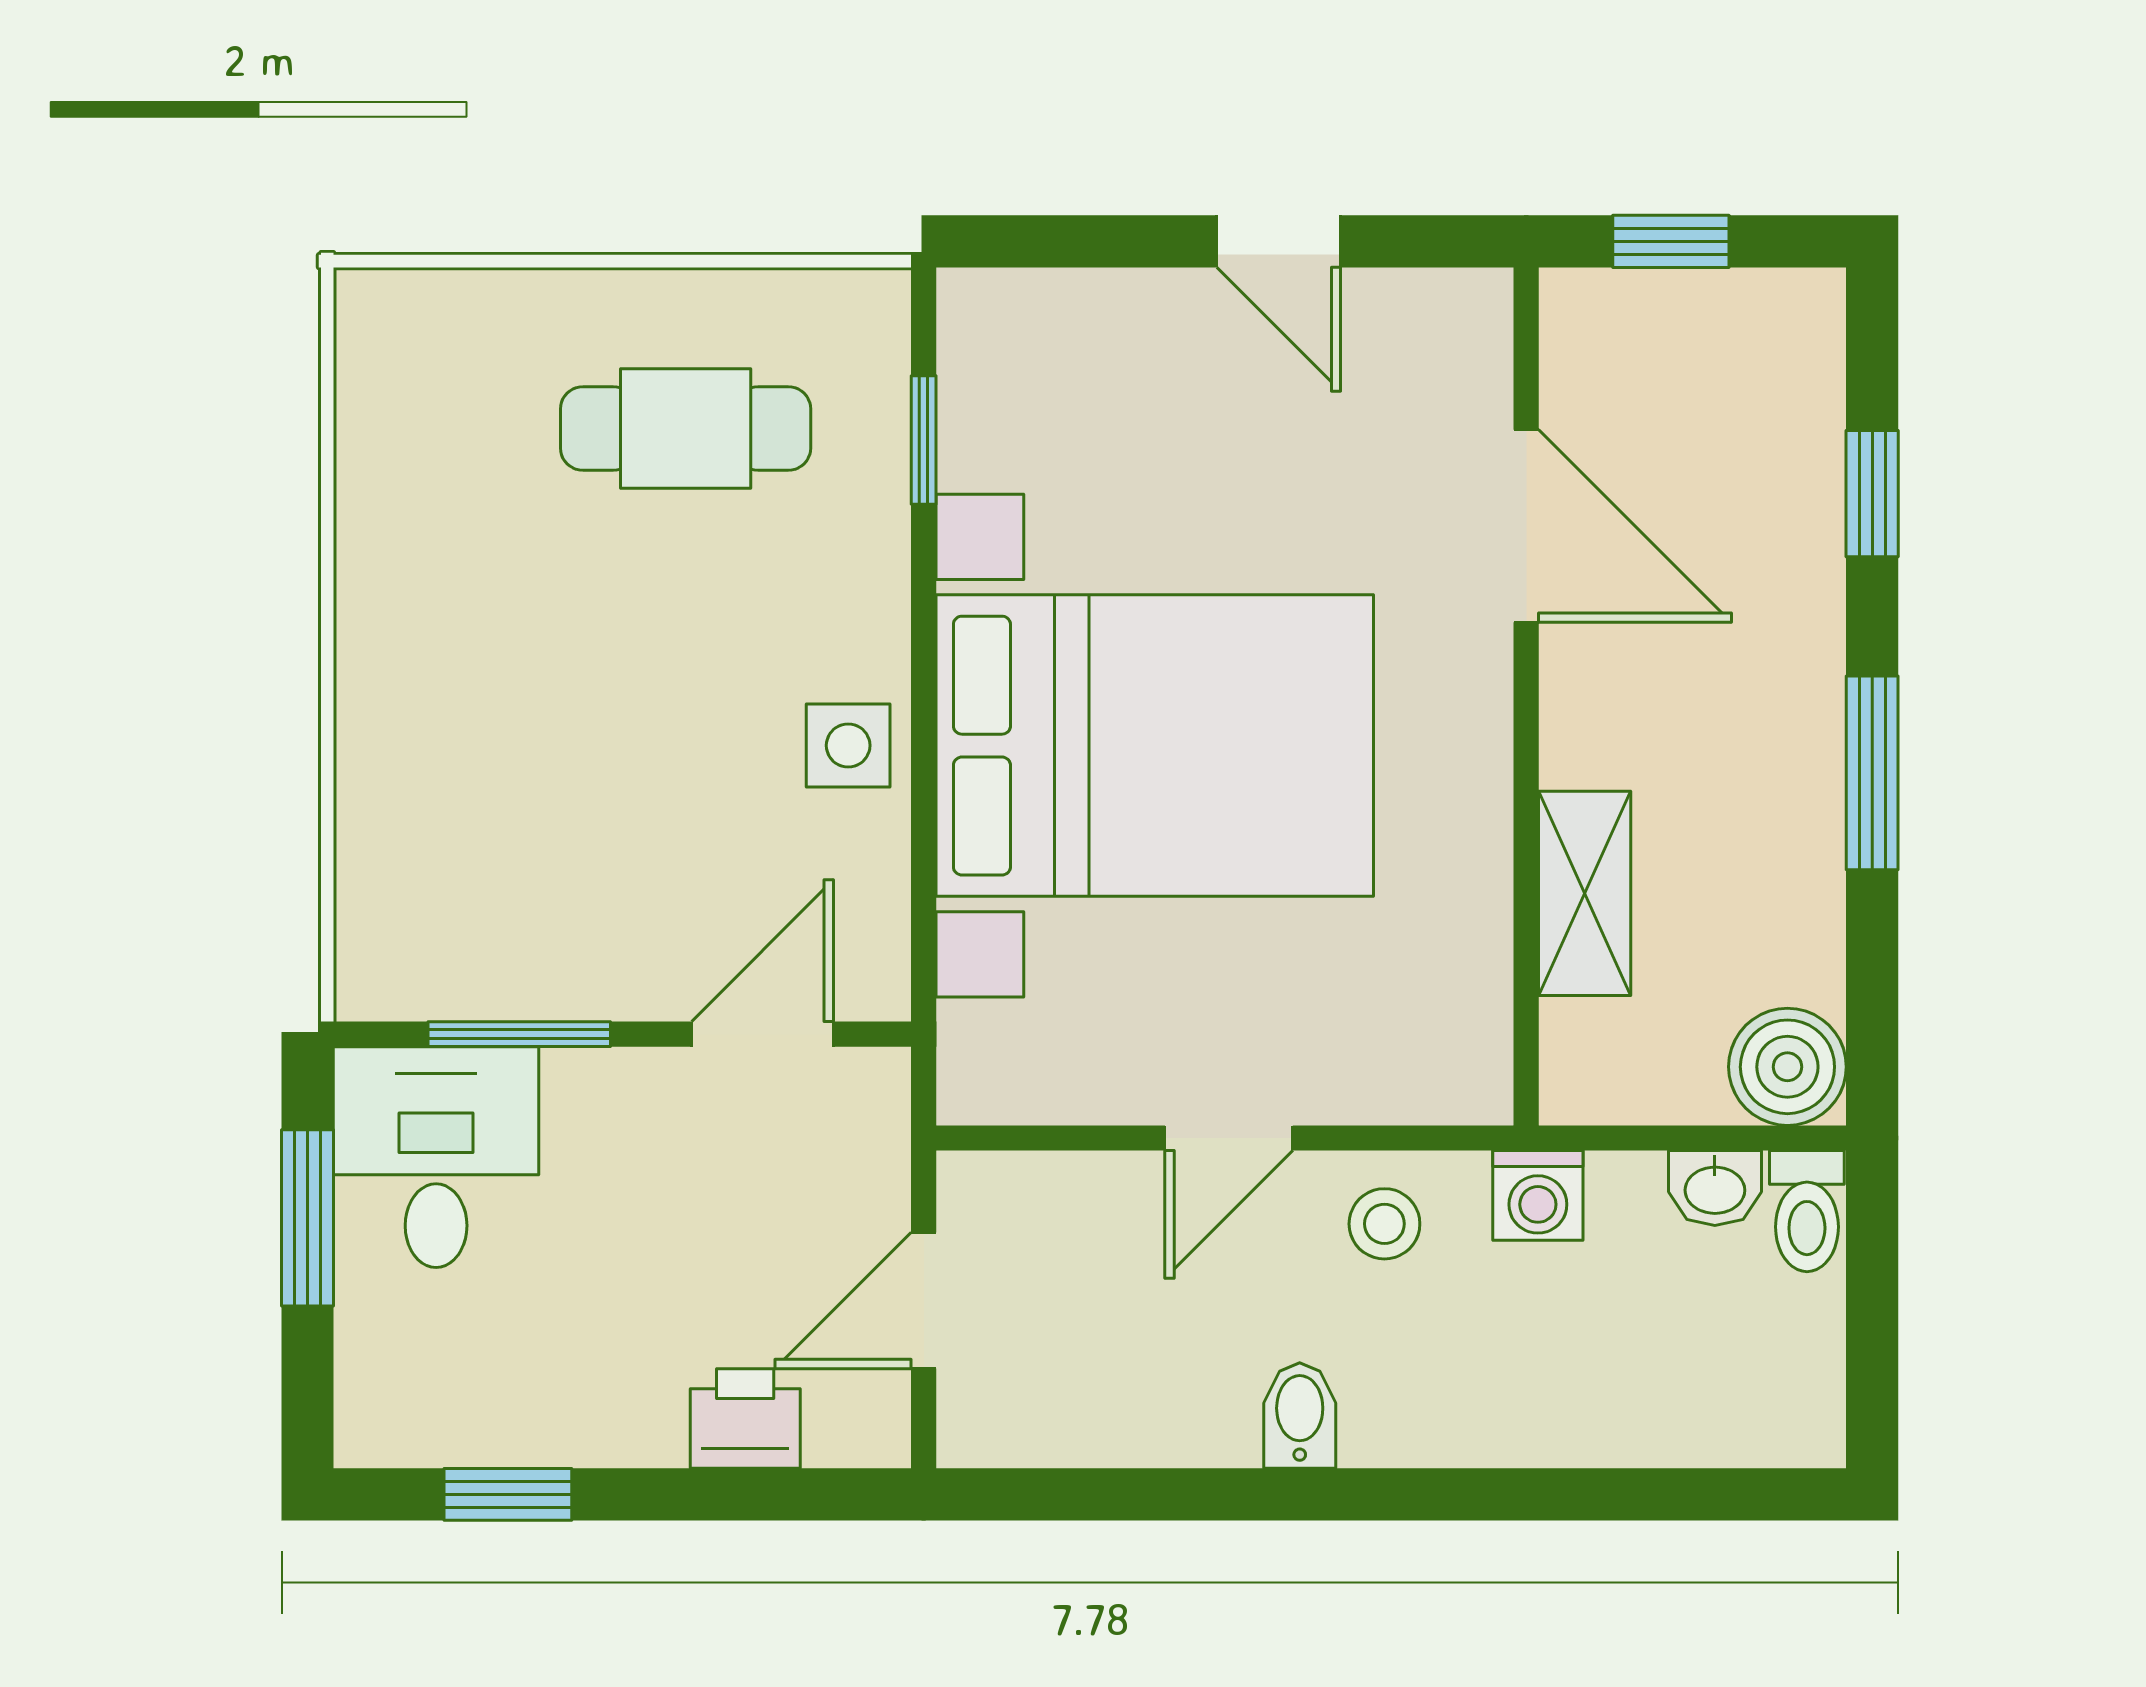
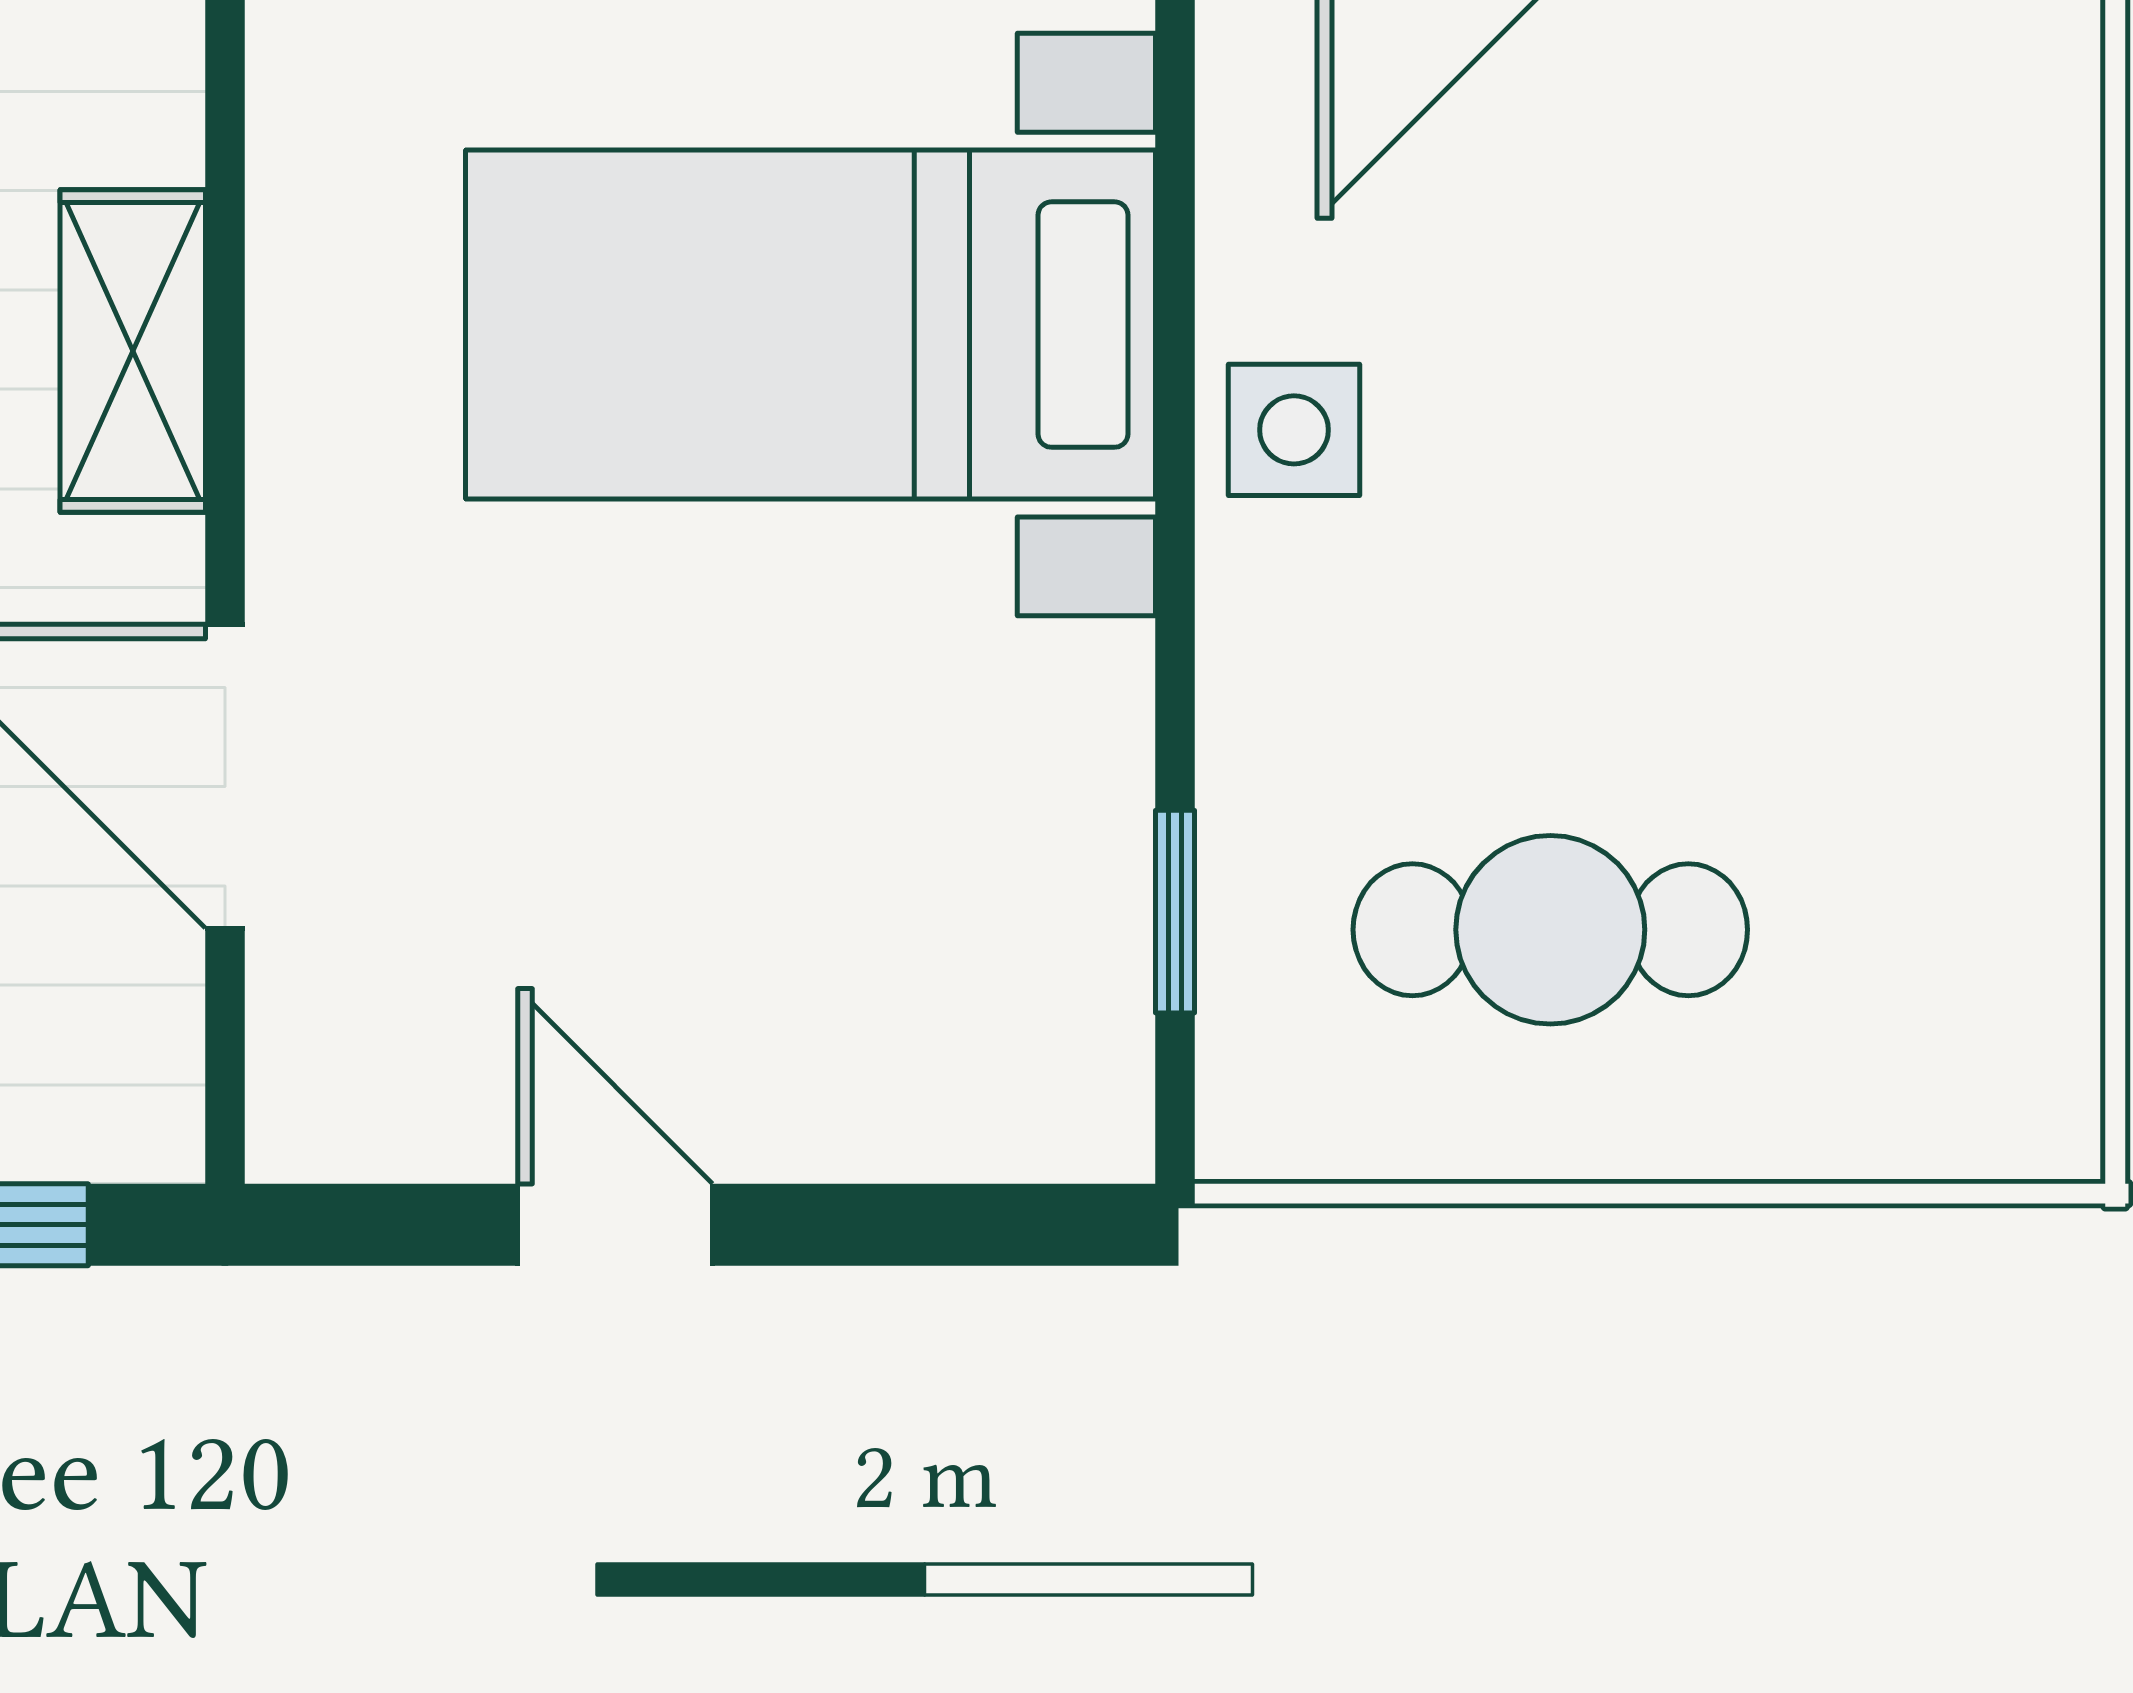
bed with nightstands: (1155, 746) -> (811, 325), width x0.73
shelving: (1585, 893) -> (133, 351), moved

